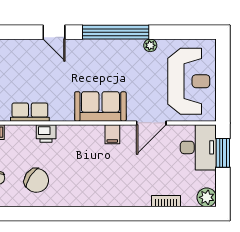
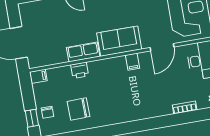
row of seats: (30, 112) -> (83, 52), moved
chair: (36, 180) -> (79, 109), turned 145

